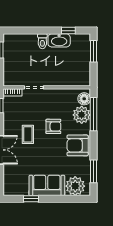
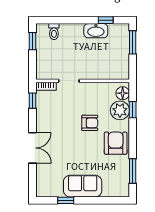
toilet: (42, 41) -> (54, 32), moved
window: (93, 114) -> (133, 110), width x0.46
coffee table: (28, 134) -> (62, 131), removed
armchair: (78, 145) -> (116, 143), turned 90
plant: (75, 186) -> (113, 187), removed

